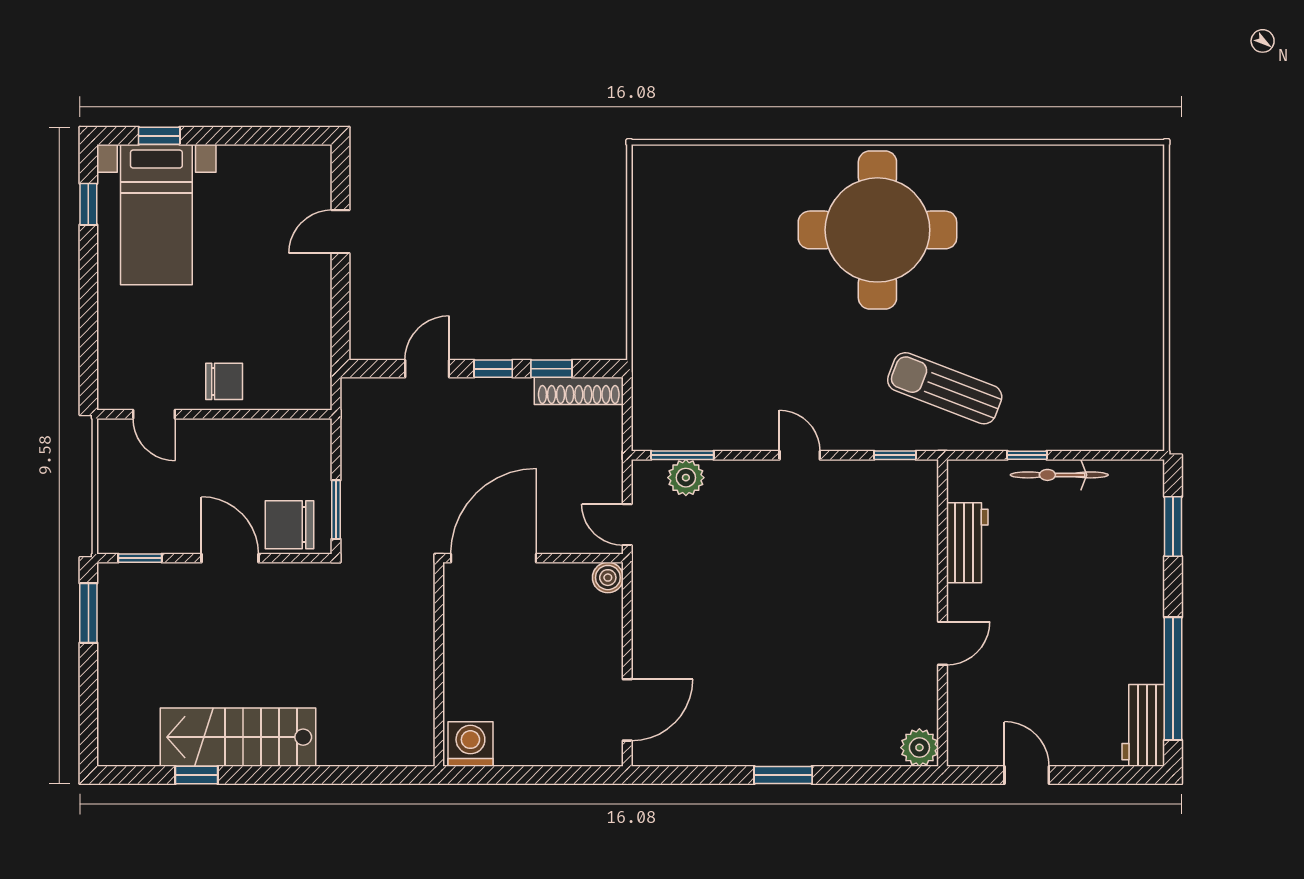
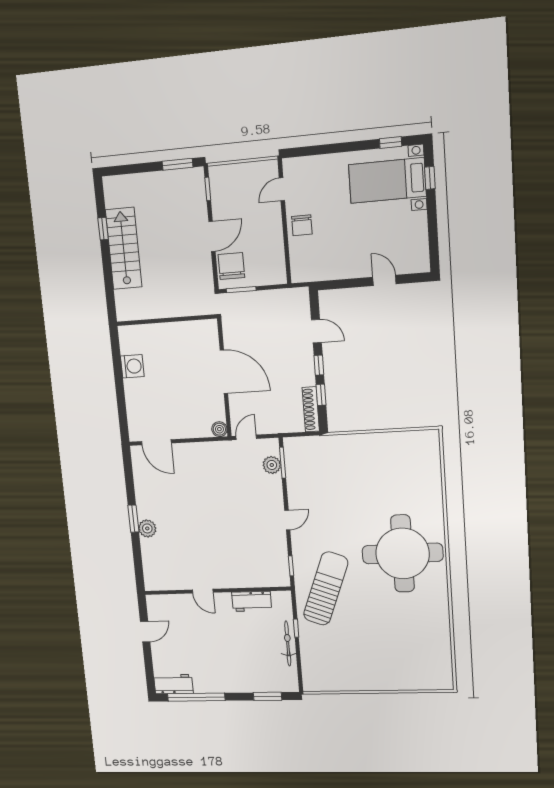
sun lounger: (945, 388) -> (326, 589), width x1.36, depth x1.34
wall: (439, 664) -> (167, 320), moved
plant: (919, 748) -> (147, 528), moved

